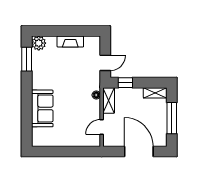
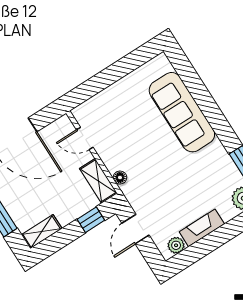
plant: (90, 41) -> (176, 245), added
sofa: (42, 108) -> (182, 112), width x1.36
door: (102, 127) -> (85, 138), swing flipped

